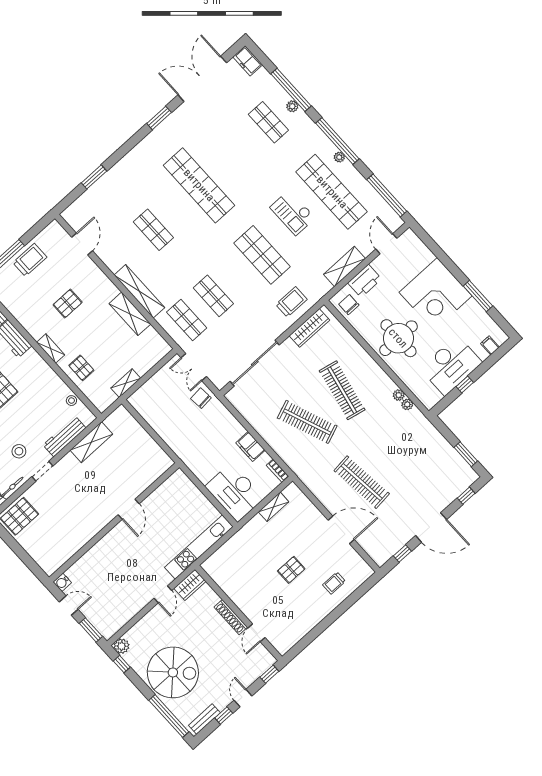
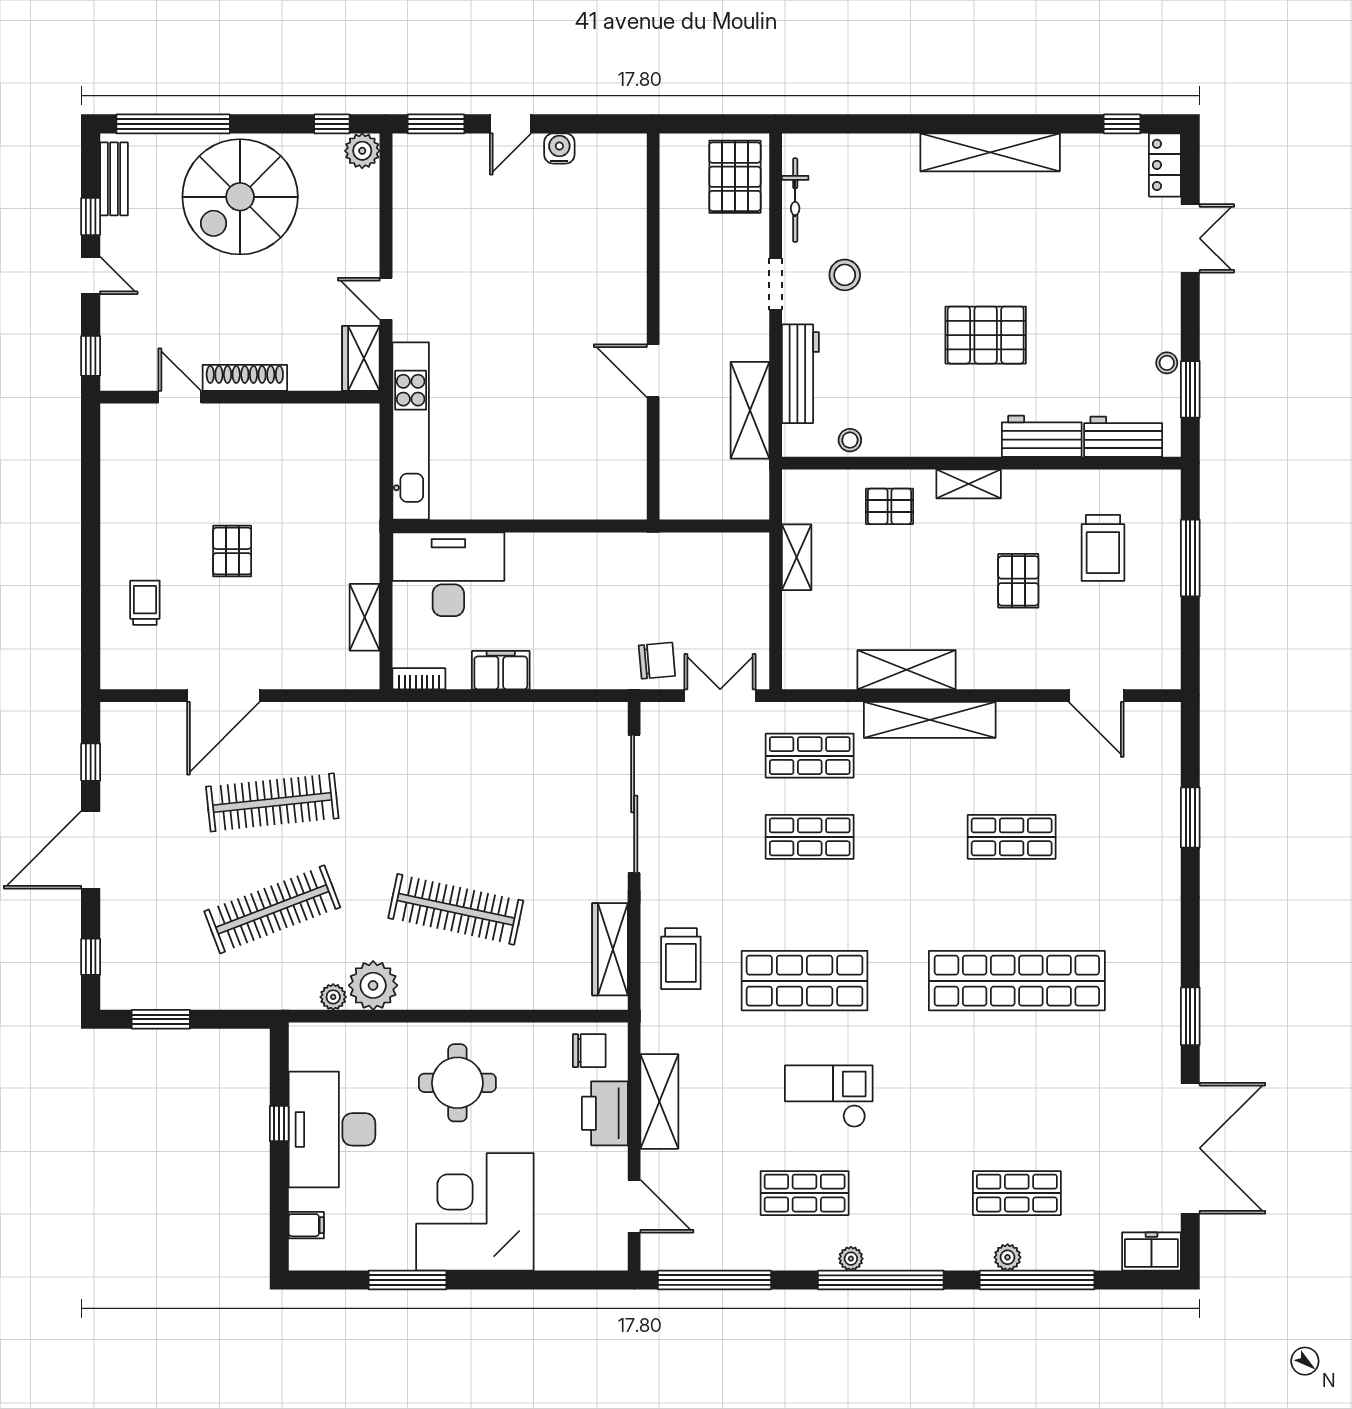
shop shelf: (332, 192) -> (805, 1193), width x0.50, depth x0.74
trolley: (30, 260) -> (1103, 548), moved
round table: (398, 338) -> (457, 1083), width x0.73, depth x0.73
plant: (399, 395) -> (373, 985), width x1.88, depth x1.88
clothes rail: (307, 422) -> (272, 909), moved
door: (129, 509) -> (653, 371), moved
wall: (114, 522) -> (653, 327), moved

